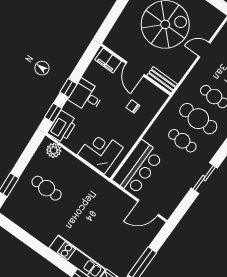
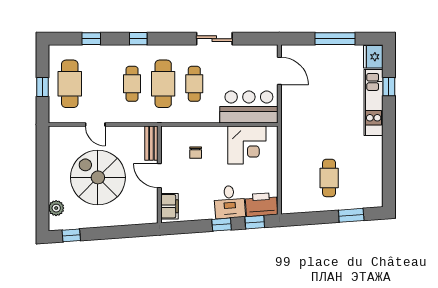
door: (135, 69) -> (159, 176), swing flipped
desk: (86, 96) -> (230, 202), moved
plant: (54, 150) -> (289, 197), removed
corner desk: (100, 151) -> (247, 145), moved, turned -90

